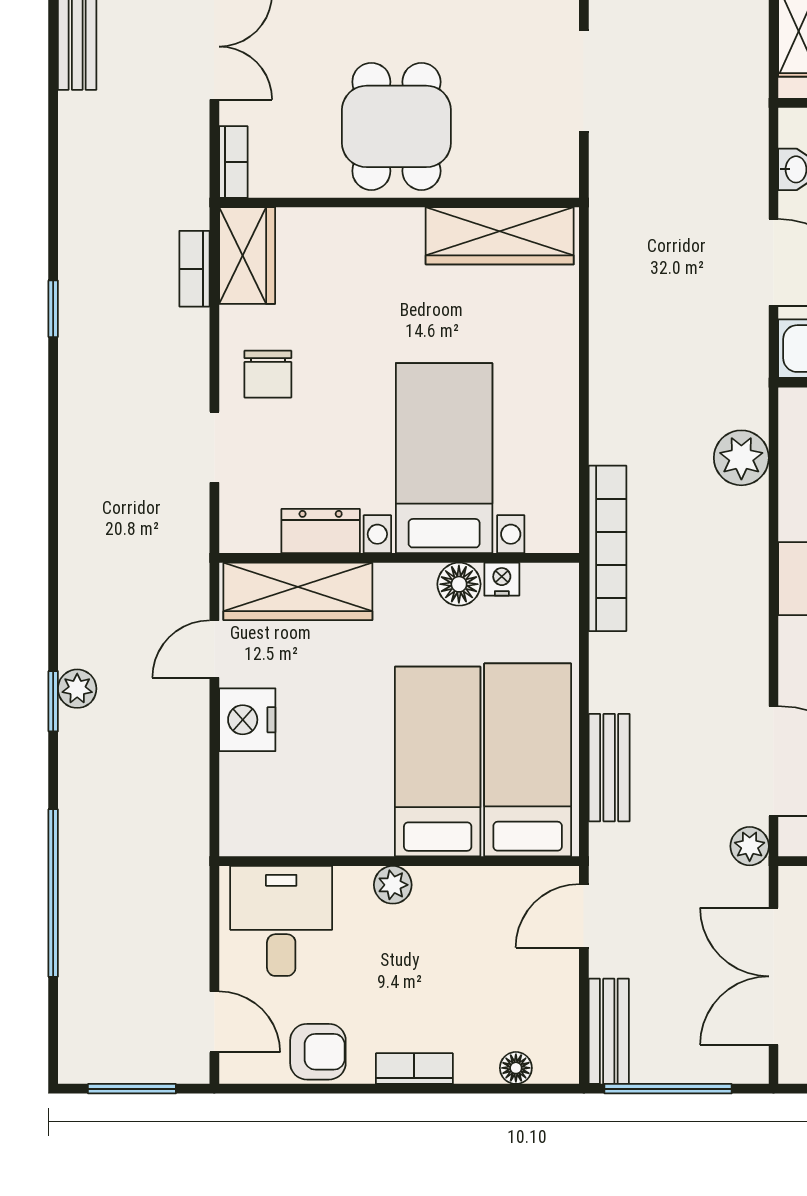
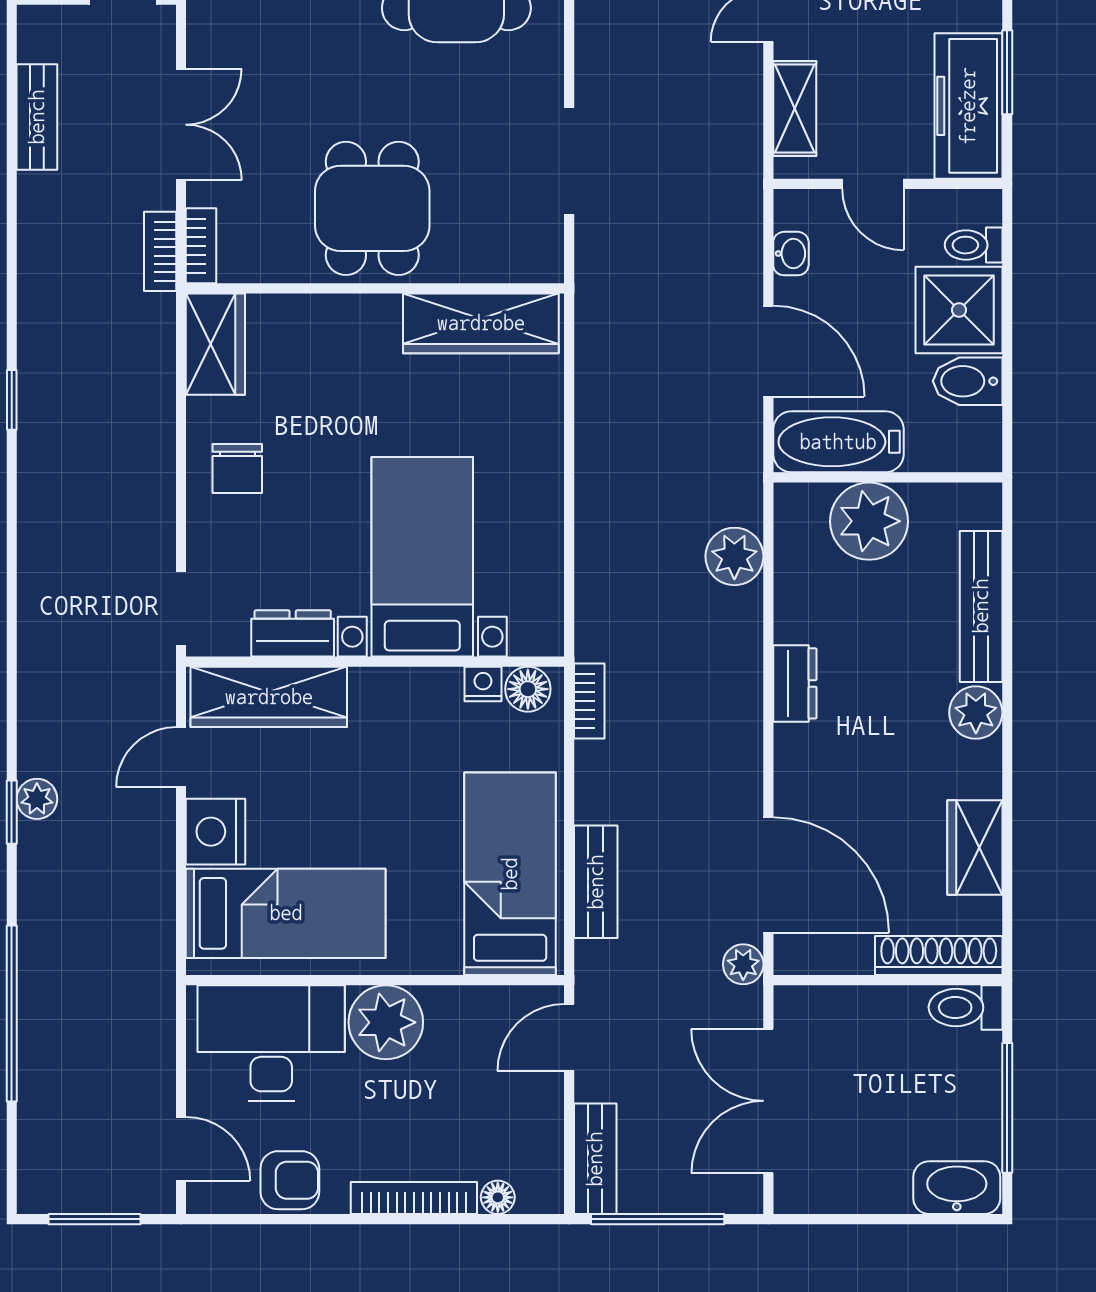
bookcase: (194, 269) -> (160, 251), moved
doorway: (214, 447) -> (181, 609), moved
bookcase: (607, 548) -> (589, 701), width x0.43, depth x0.76
floor lamp: (459, 584) -> (528, 689), moved
bed: (438, 762) -> (286, 913), moved, turned 90
plant: (393, 885) -> (386, 1022), width x1.87, depth x1.87
desk: (281, 921) -> (271, 1043), width x1.37
bookcase: (414, 1069) -> (414, 1198), width x1.56

